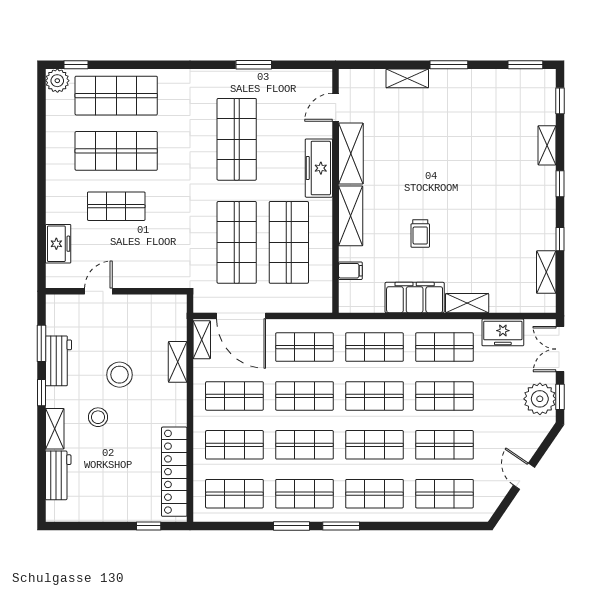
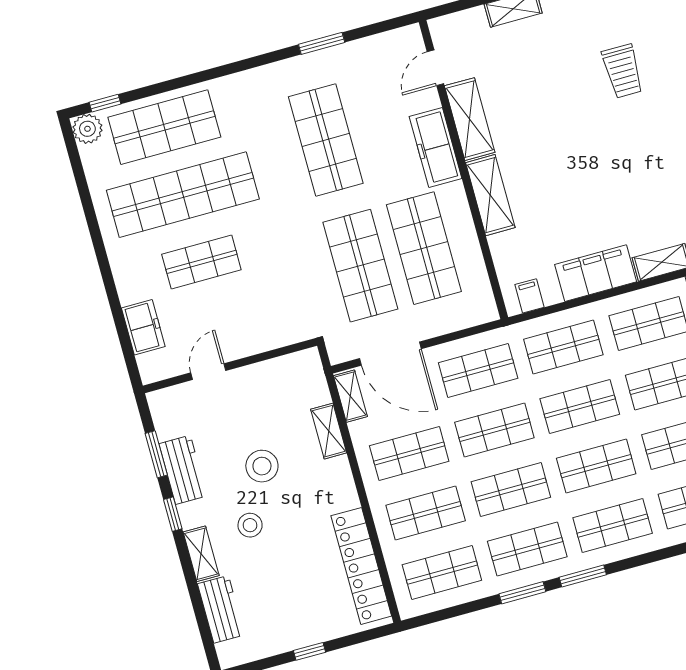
shop shelf: (116, 151) -> (183, 195), width x1.40
trolley: (420, 234) -> (623, 71), moved, width x1.36, depth x1.39
filing cabinet: (350, 271) -> (530, 296), moved, turned -90
window: (149, 526) -> (310, 651), moved

